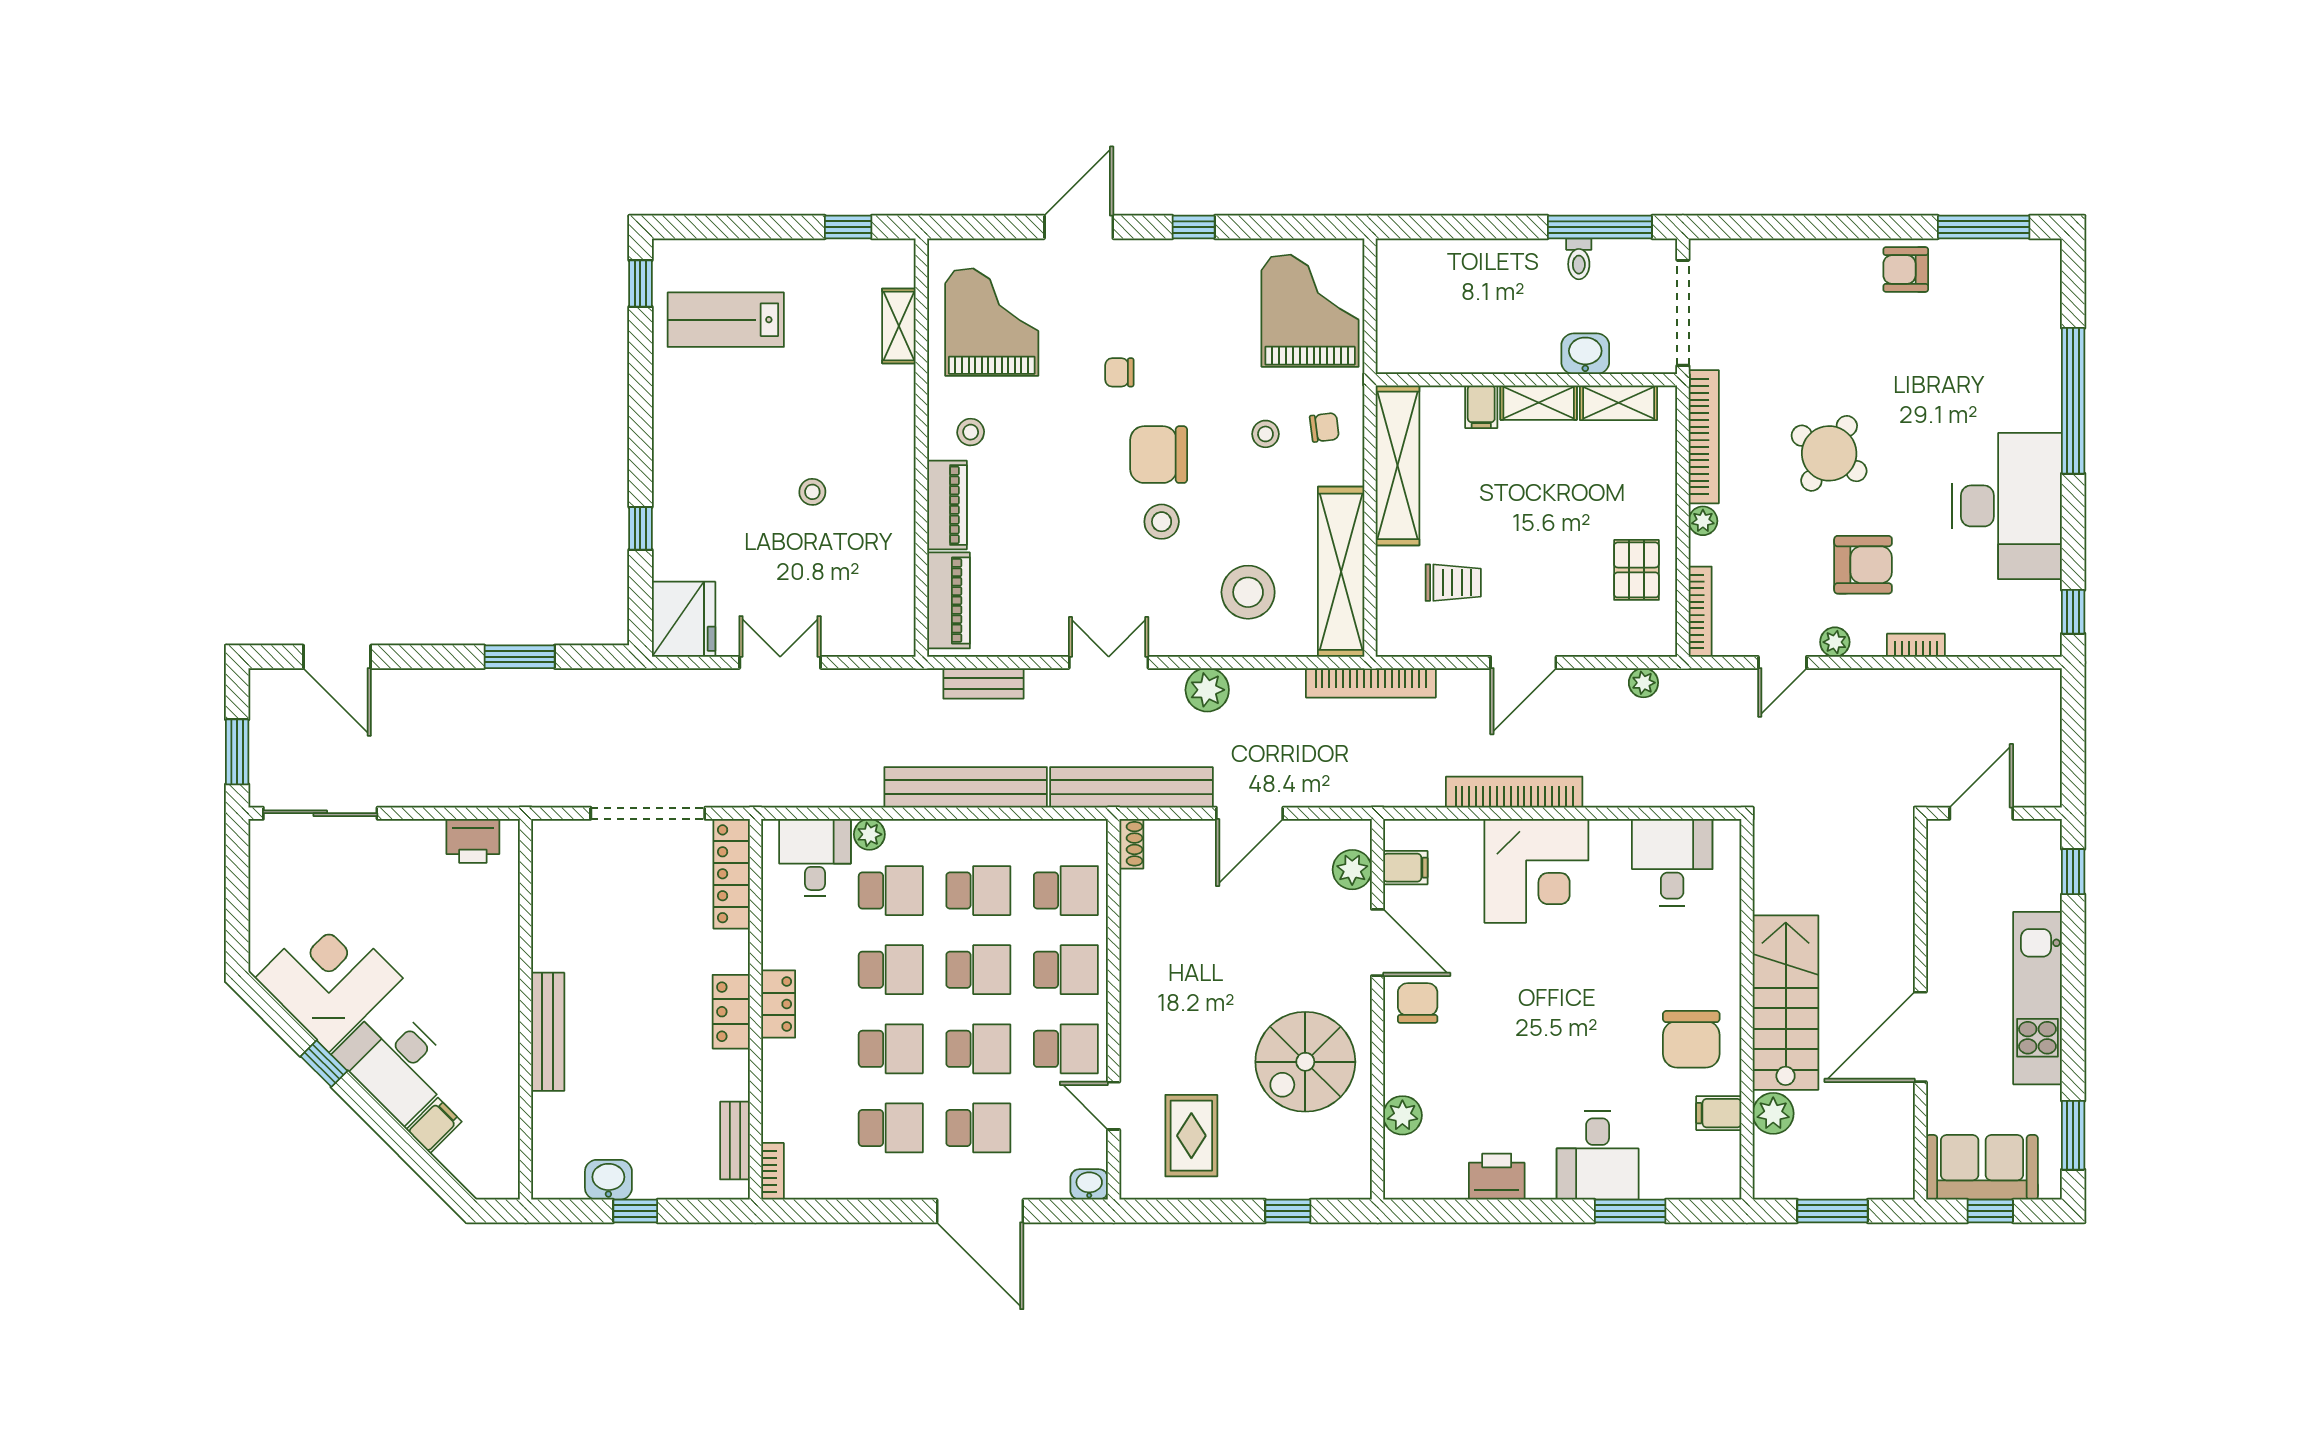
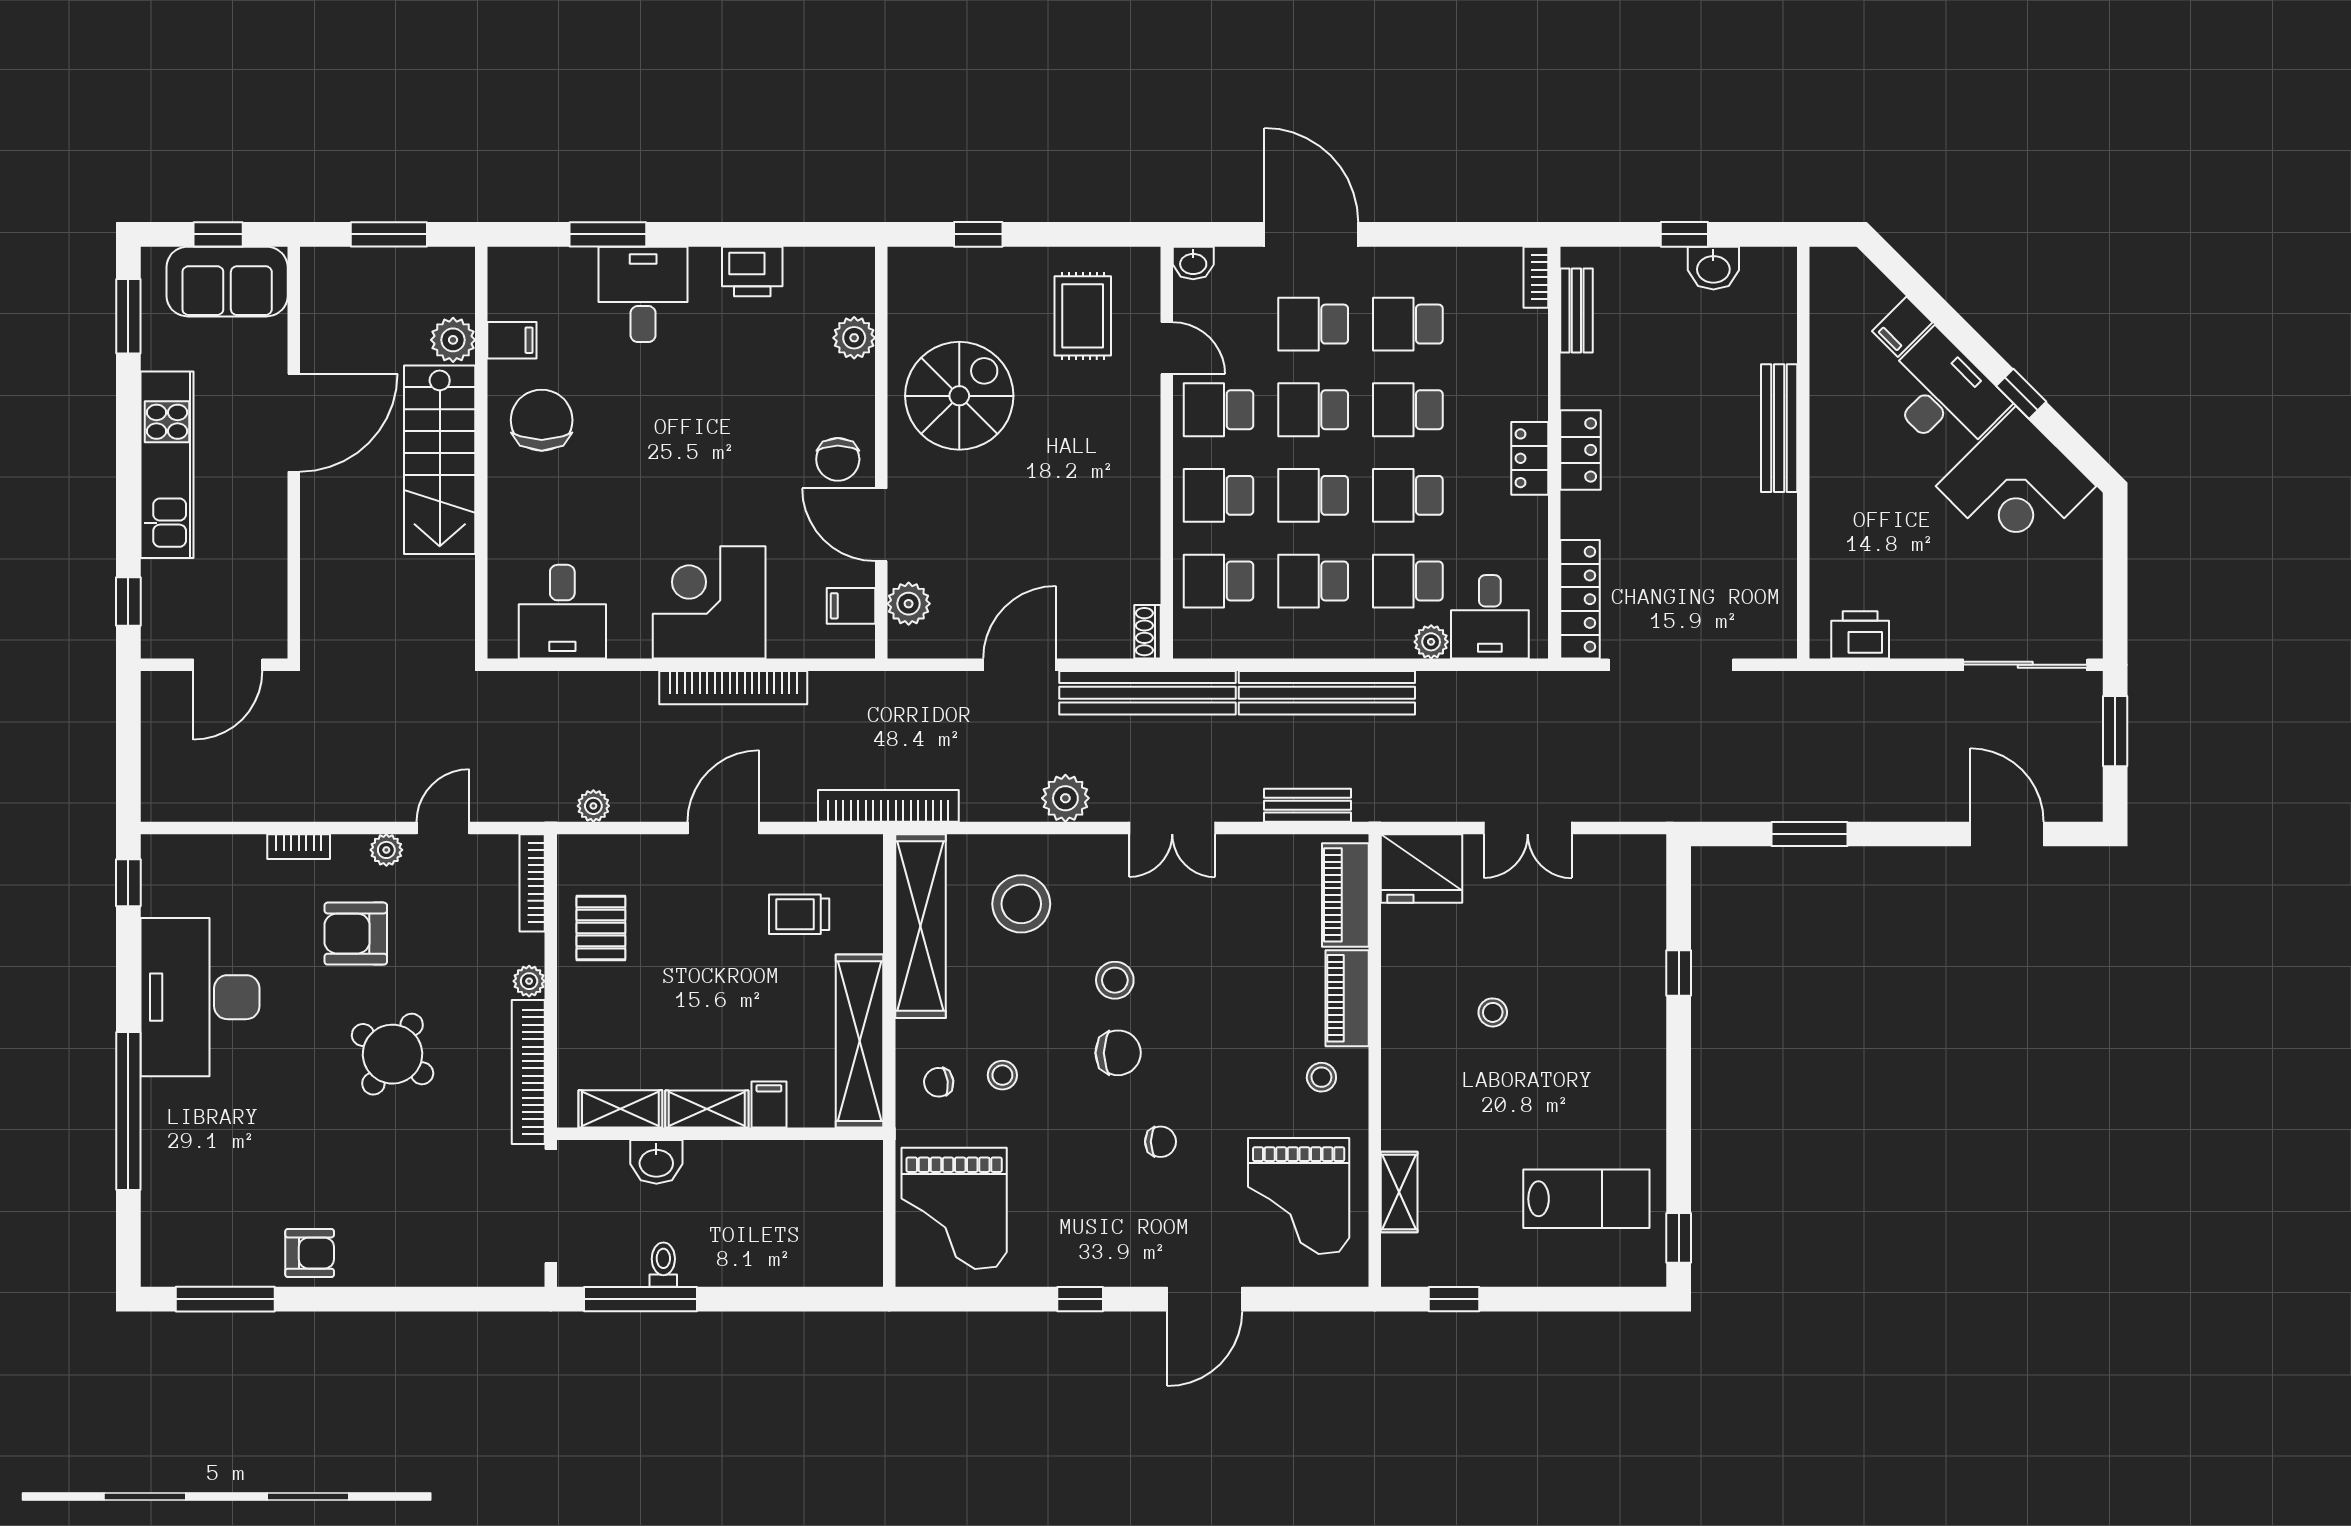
chair: (1159, 455) -> (1118, 1053), width x0.73, depth x0.73
fridge: (684, 619) -> (1422, 868), moved, turned -90

